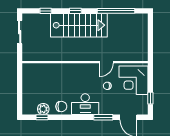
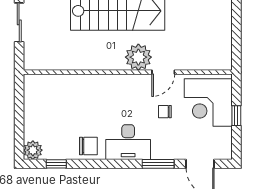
plant: (91, 53) -> (138, 57), added
window: (150, 98) -> (236, 116), moved
plant: (43, 109) -> (33, 150), moved

